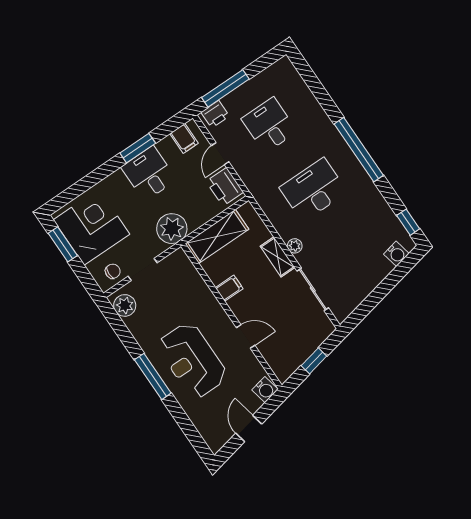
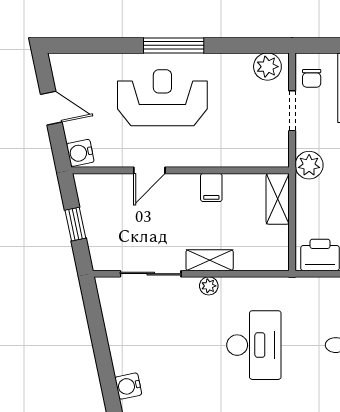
plant: (172, 229) -> (309, 165), width x0.73, depth x0.73
shelving: (217, 236) -> (278, 199), width x0.67, depth x0.75

